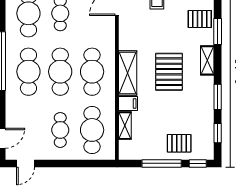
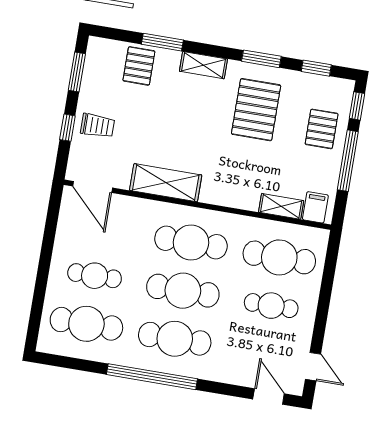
pallet: (169, 72) -> (256, 110), moved, turned 90
shelving: (128, 73) -> (166, 183), moved
filing cabinet: (128, 104) -> (315, 207), moved

